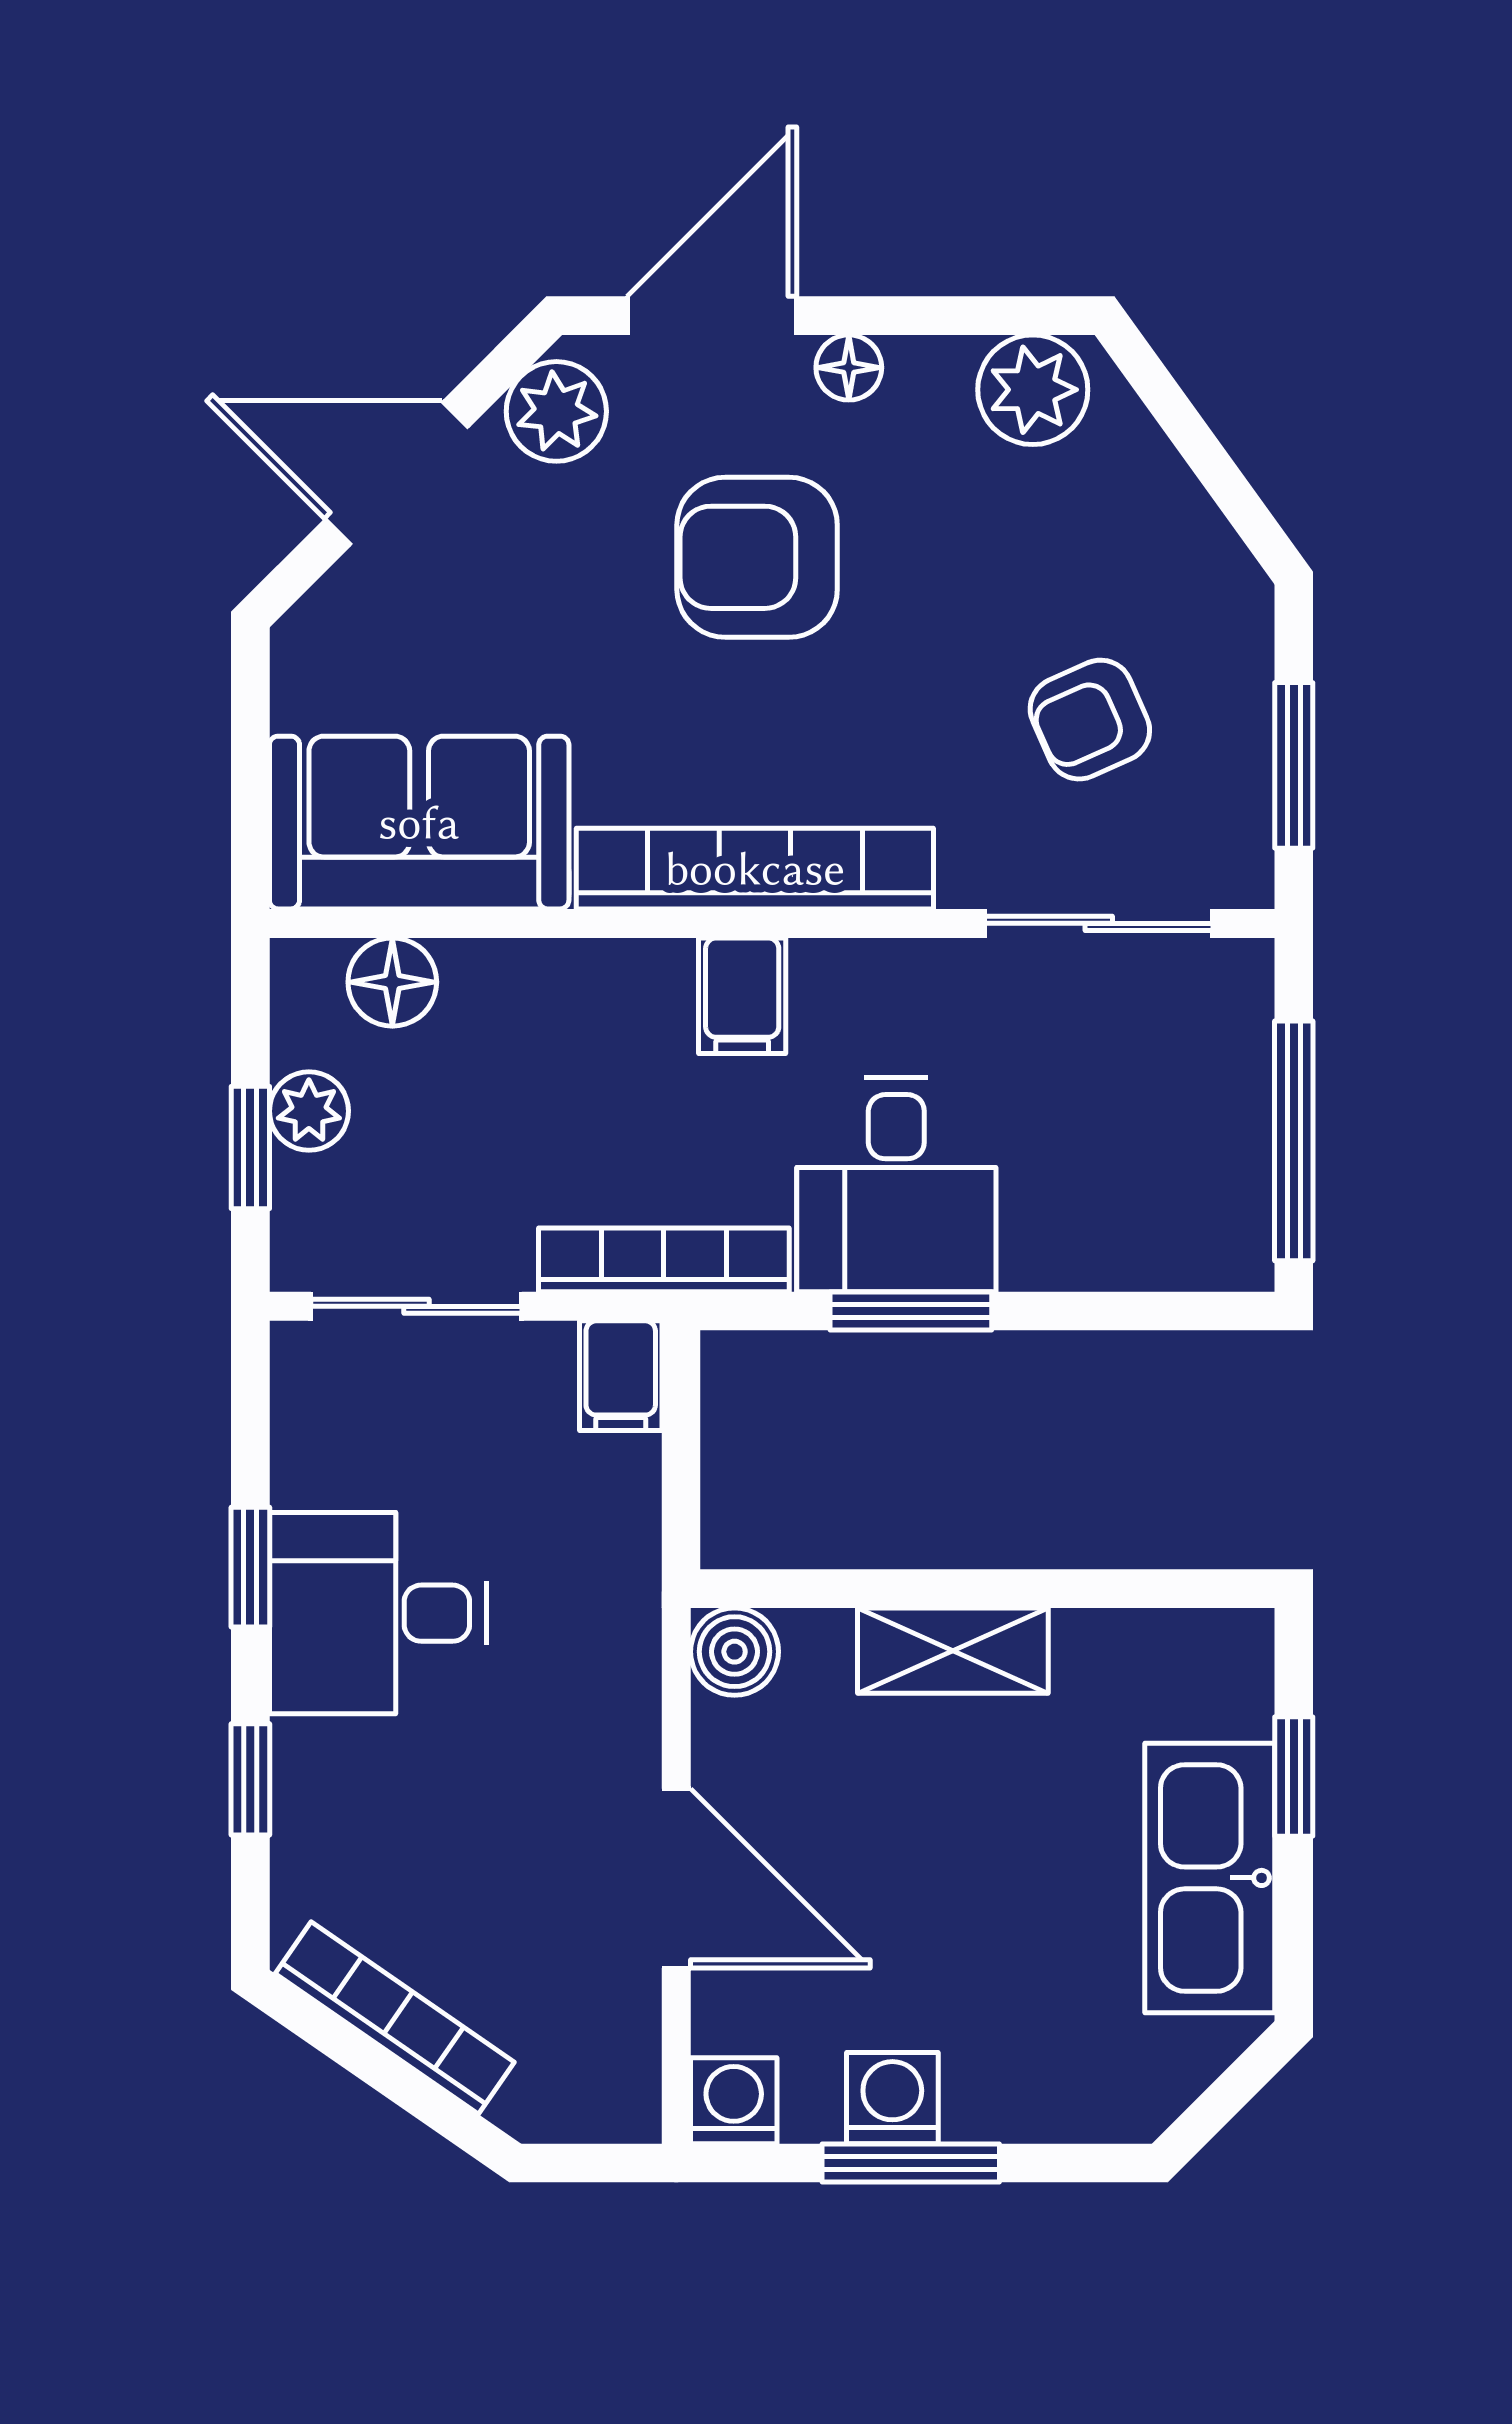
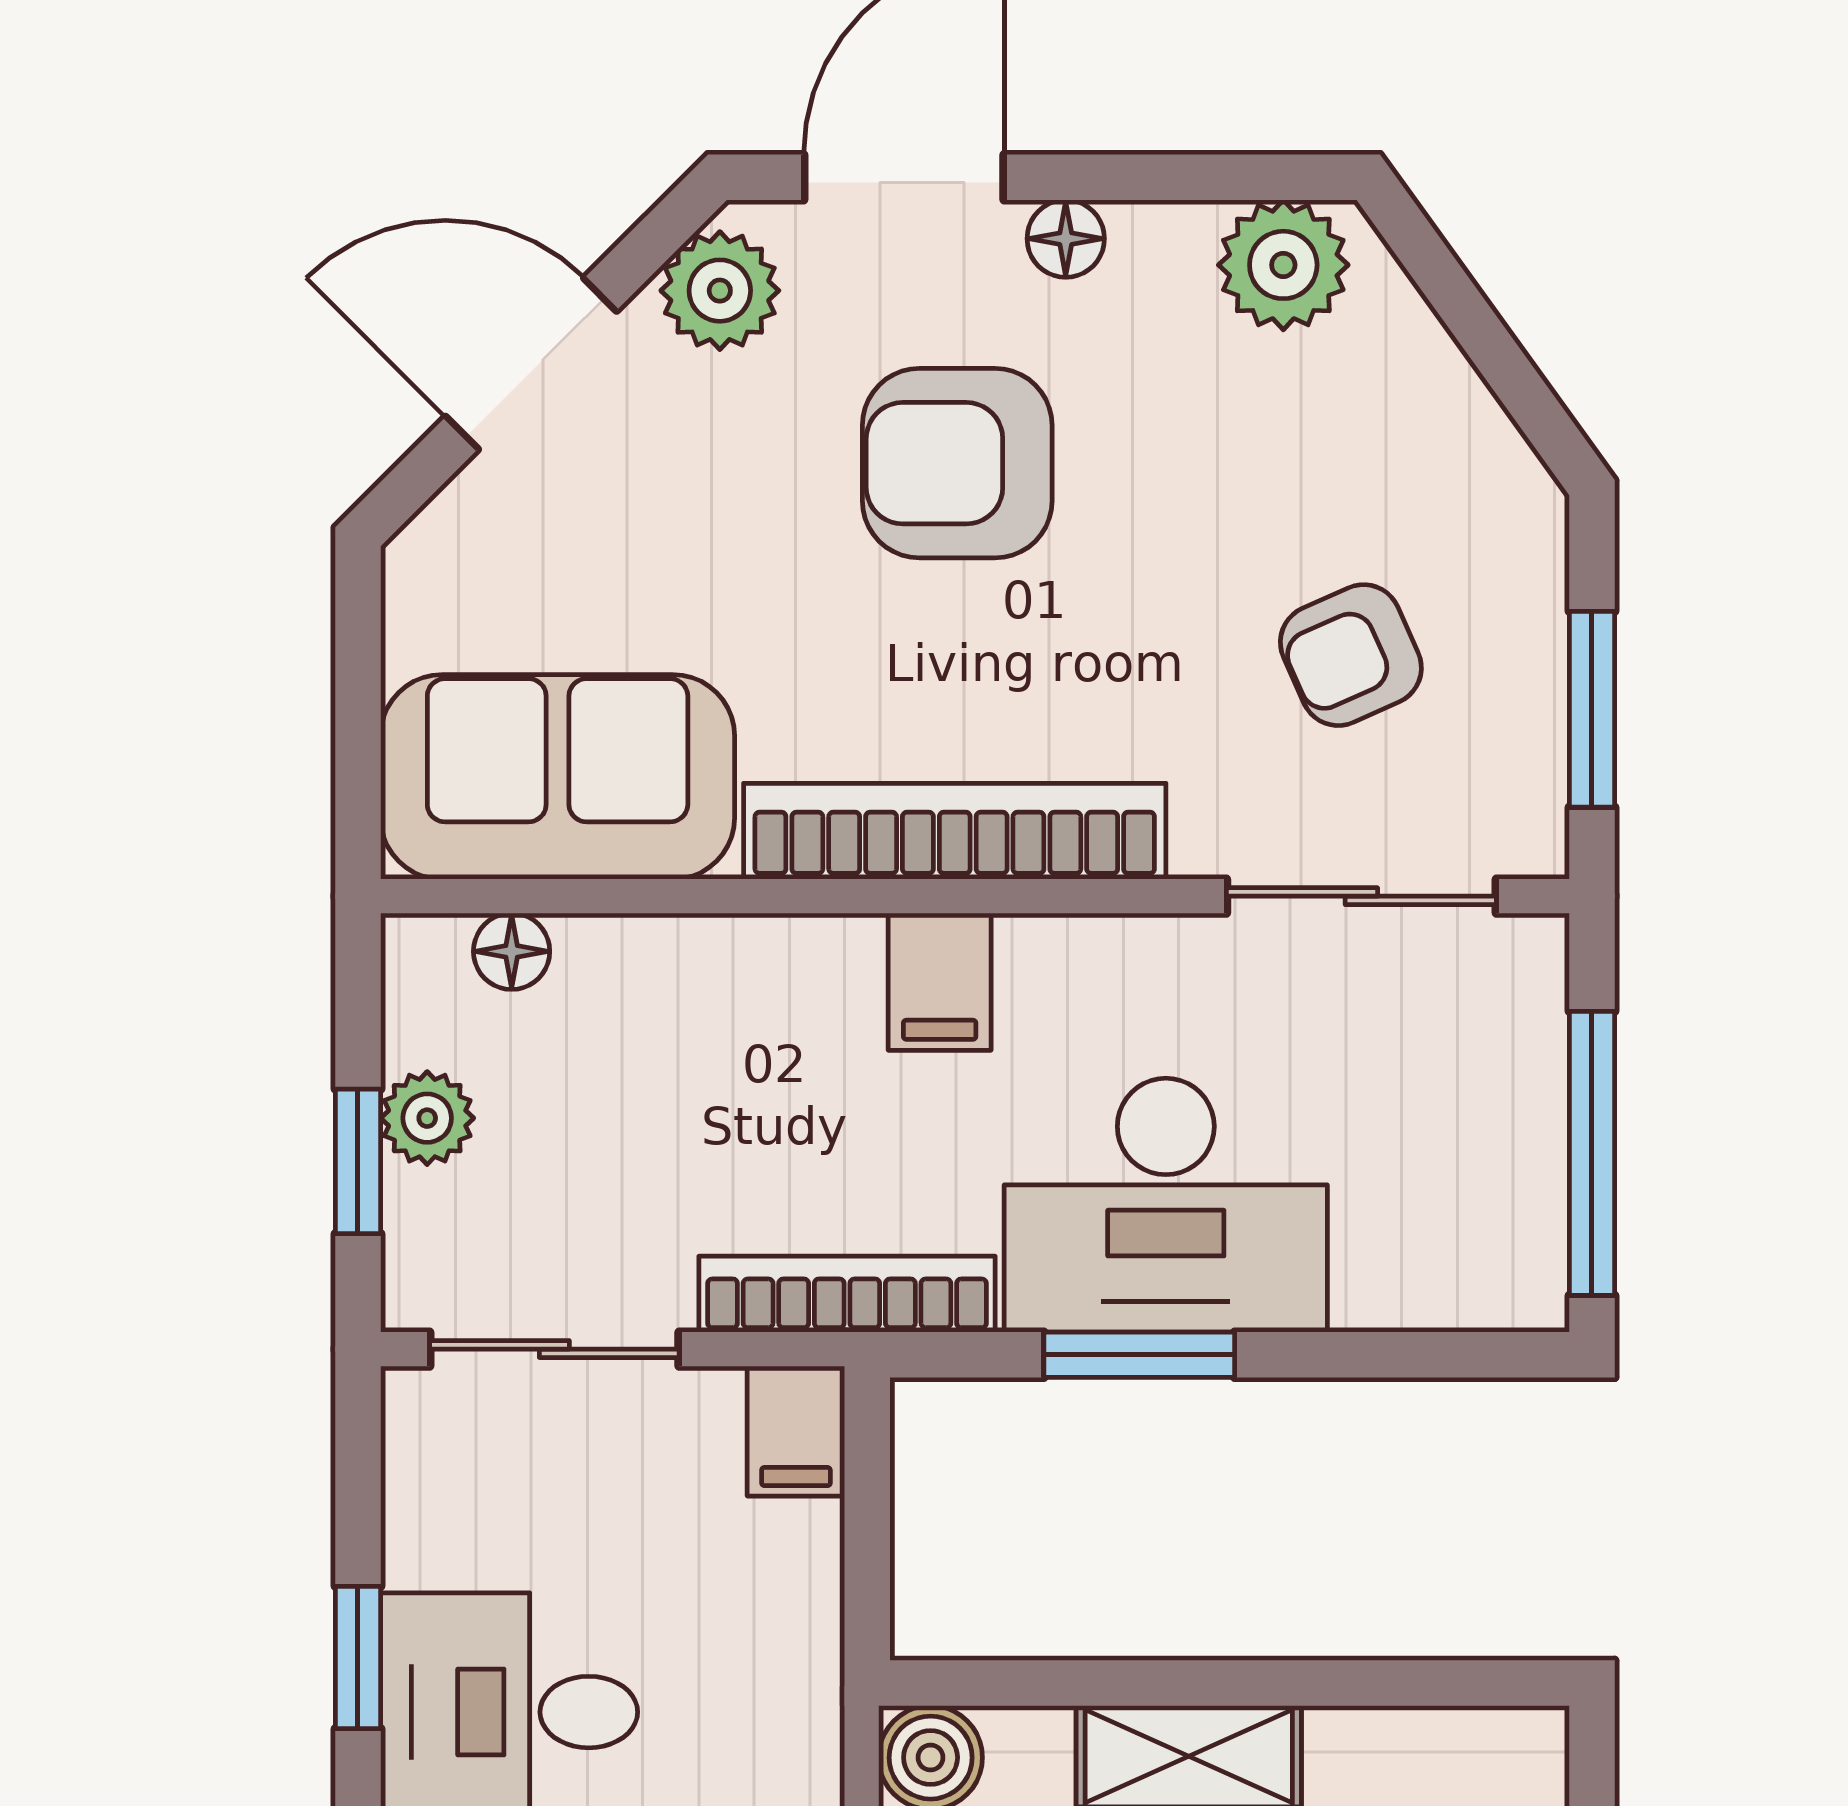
floor lamp: (392, 982) -> (512, 951), width x0.73, depth x0.73
desk: (896, 1185) -> (1166, 1205), width x1.37

